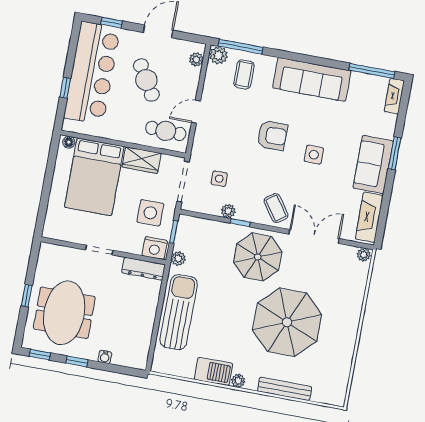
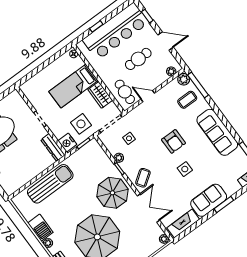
cafe table: (146, 80) -> (138, 59), turned 31
bed: (94, 177) -> (73, 86), width x0.67
plant: (178, 259) -> (74, 158), removed

